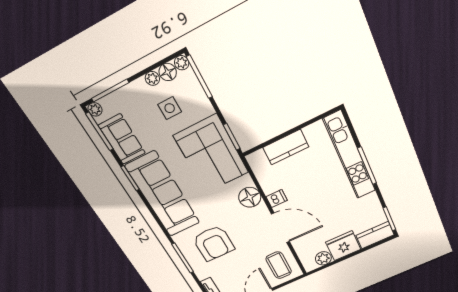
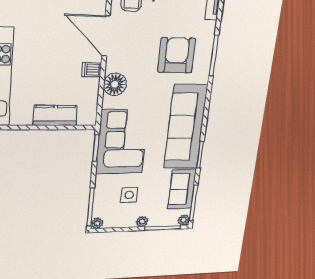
floor lamp: (168, 72) -> (112, 221), removed
plant: (152, 78) -> (142, 222), moved

